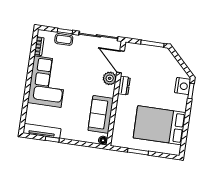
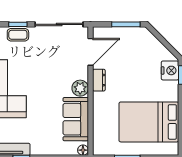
door: (121, 62) -> (90, 52), swing flipped
plant: (110, 78) -> (80, 88), moved

